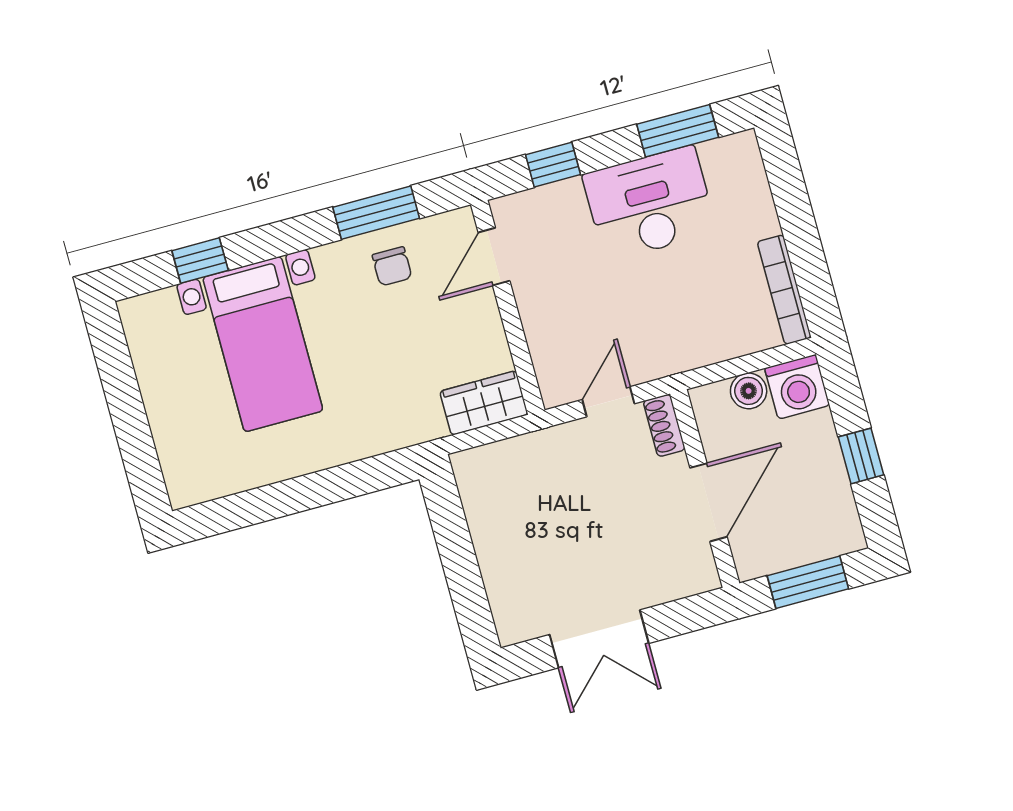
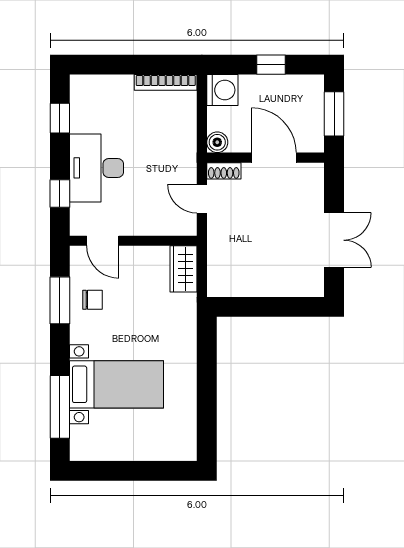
window: (678, 131) -> (60, 118), width x0.67
desk: (650, 203) -> (97, 168), moved
window: (200, 260) -> (60, 407), width x2.17
boiler: (749, 391) -> (217, 142), moved

